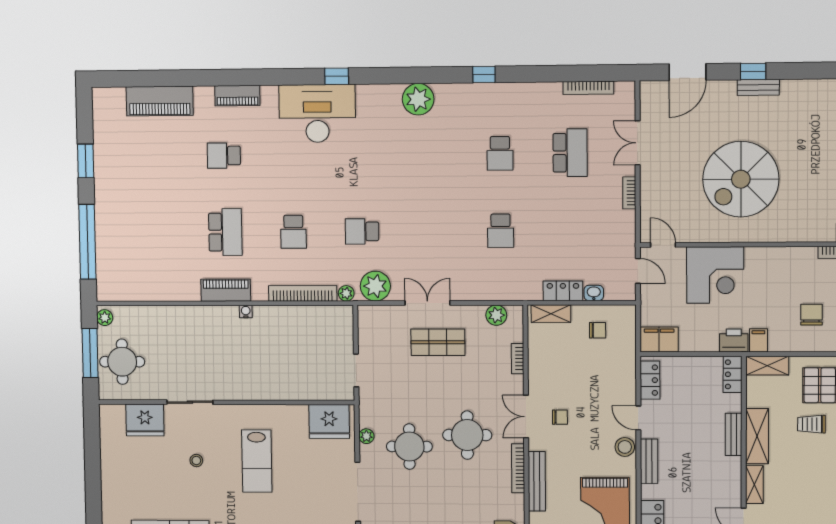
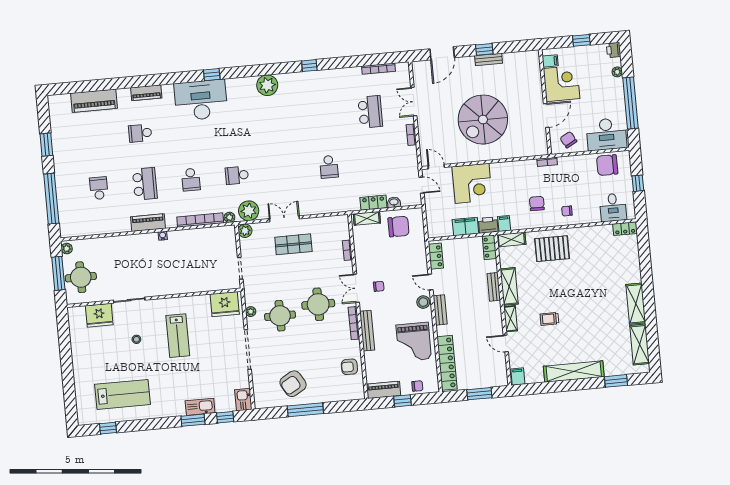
school desk: (500, 153) -> (99, 188), moved, turned 180
plant: (496, 315) -> (245, 231), moved
chair: (598, 330) -> (399, 227), width x1.87, depth x1.87
filing cabinet: (659, 340) -> (465, 226), moved
trolley: (811, 424) -> (549, 319), moved

